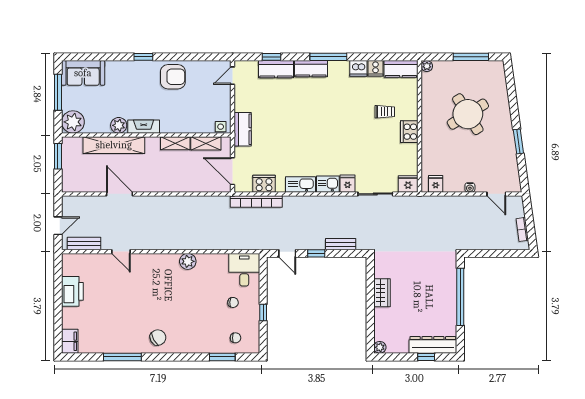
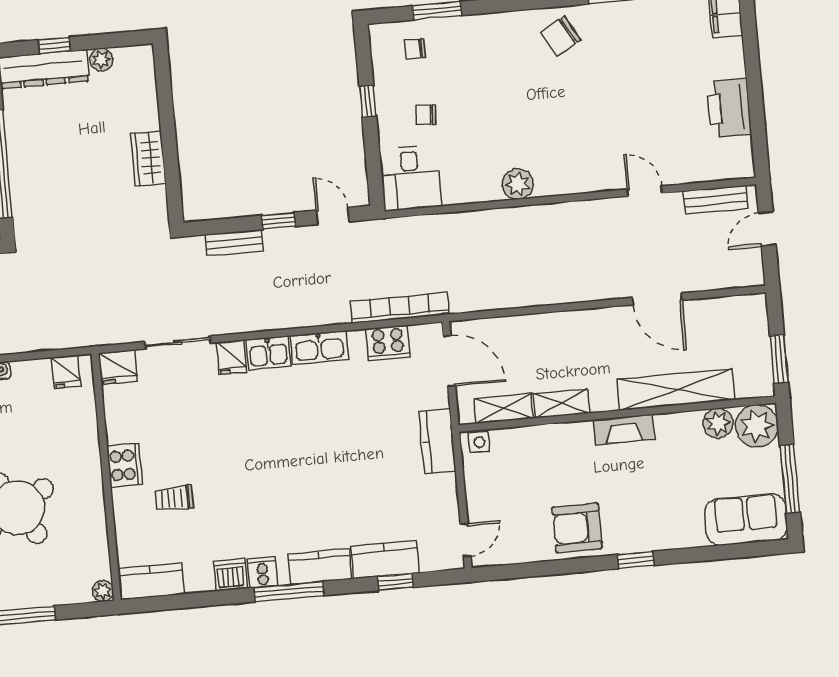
cooker: (375, 68) -> (263, 572), moved
plant: (119, 125) -> (718, 423), moved
plant: (380, 347) -> (101, 59), moved

